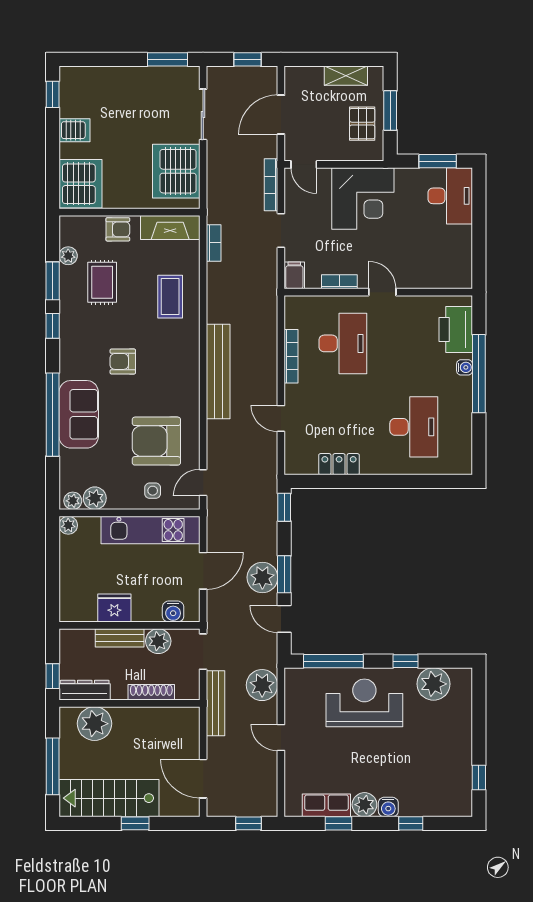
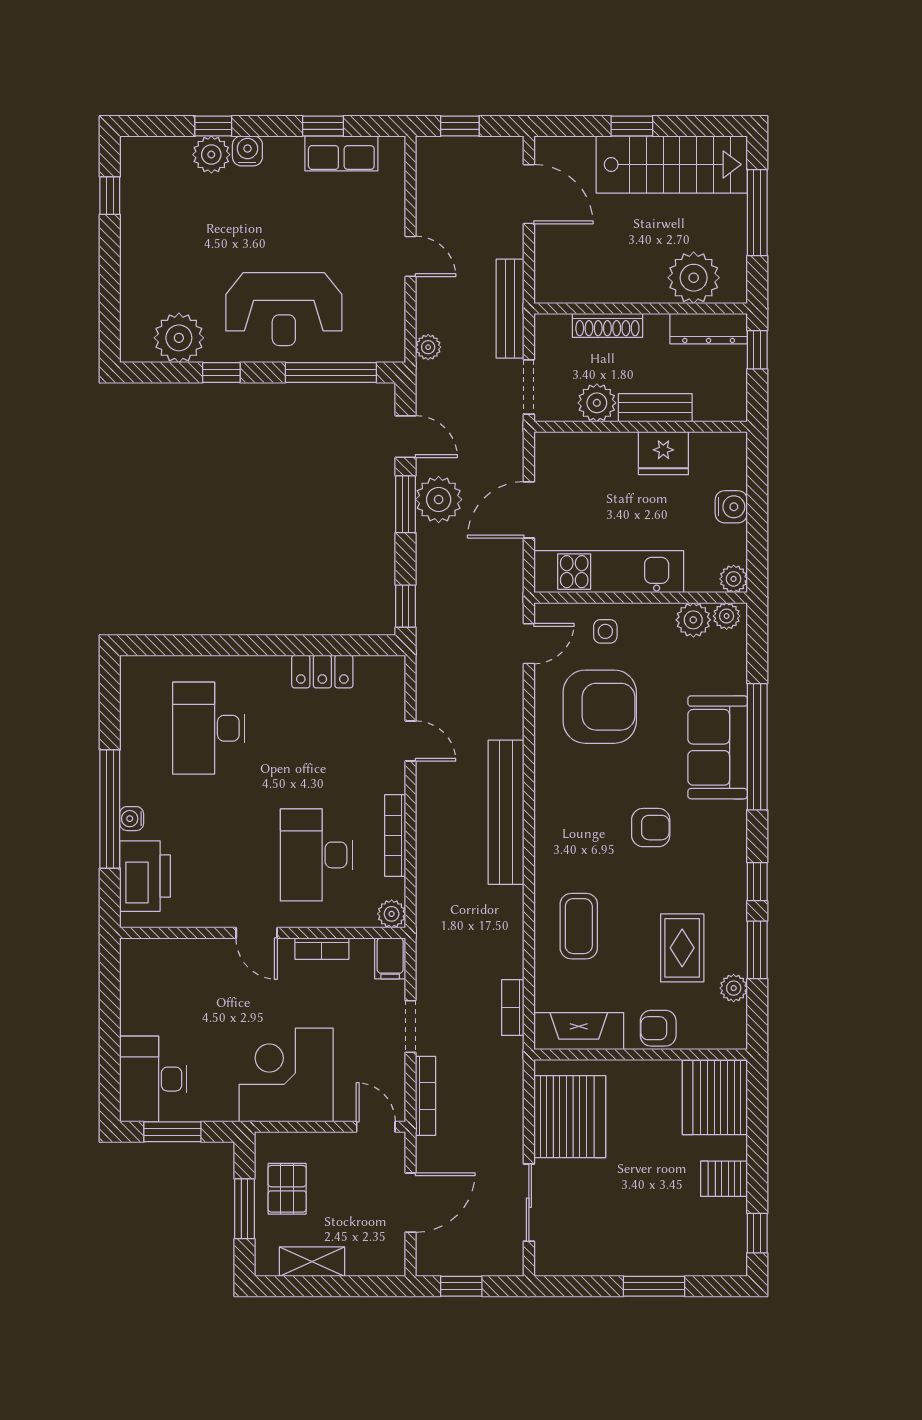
window: (167, 59) -> (654, 1286), moved
plant: (293, 305) -> (392, 914), added
water cooler: (173, 612) -> (731, 507), moved, turned 90
plant: (262, 685) -> (428, 347), width x0.53, depth x0.53
plant: (364, 805) -> (211, 155), moved

